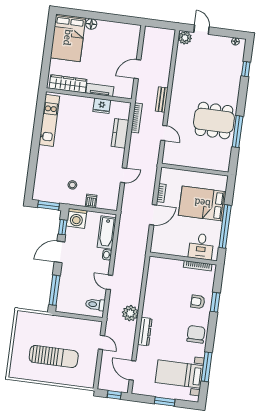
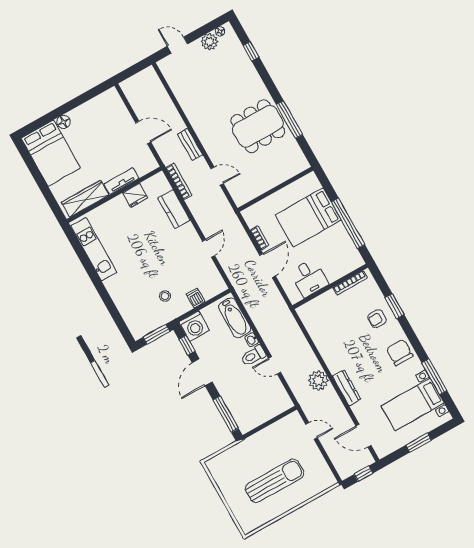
plant: (185, 38) -> (209, 42), moved
door: (137, 69) -> (143, 132), swing flipped
desk: (201, 246) -> (309, 278), moved
toilet: (95, 305) -> (253, 356), moved

